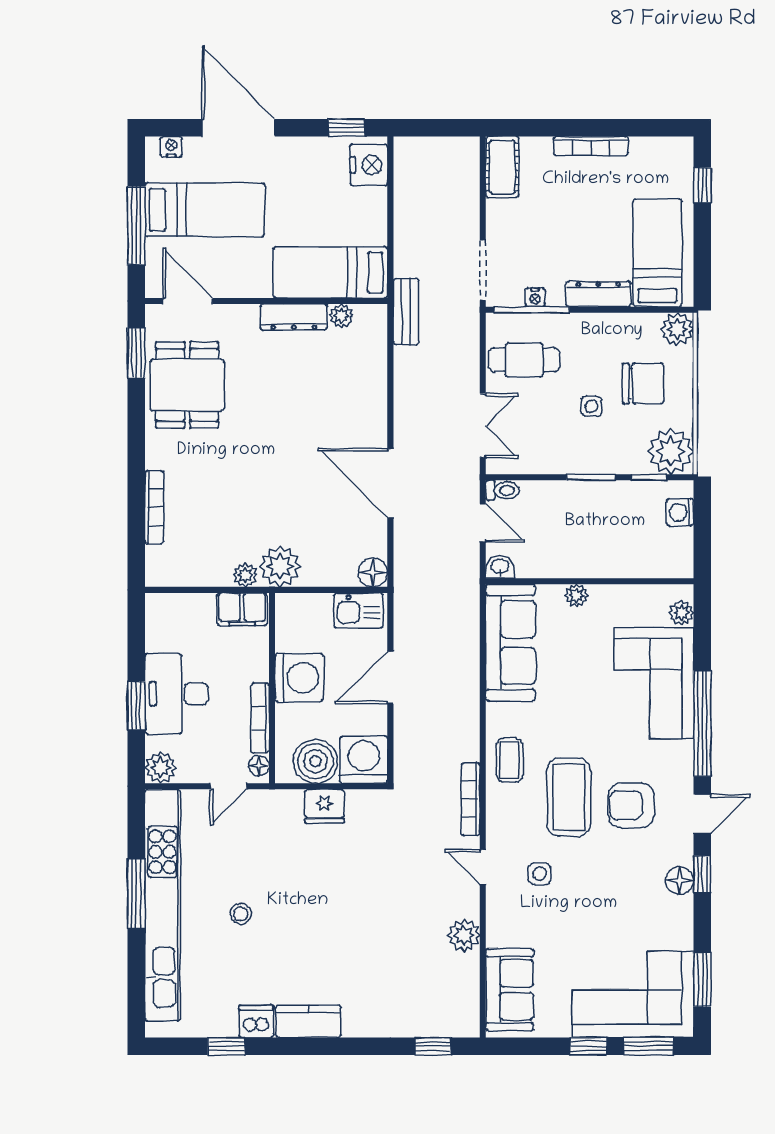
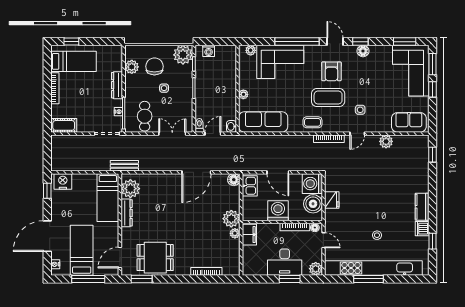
bed: (657, 253) -> (74, 61), moved, turned 180
plant: (341, 316) -> (130, 189), width x1.87, depth x1.87
plant: (677, 329) -> (132, 67), moved

